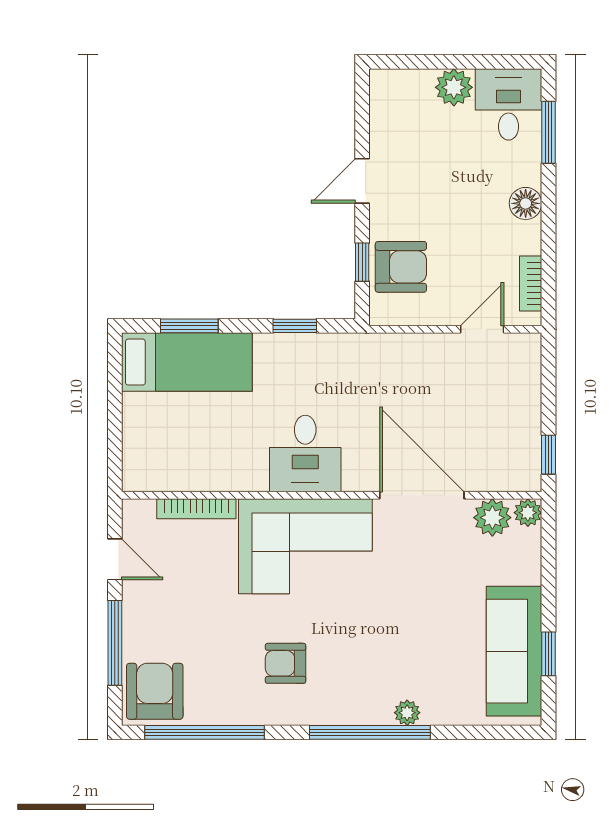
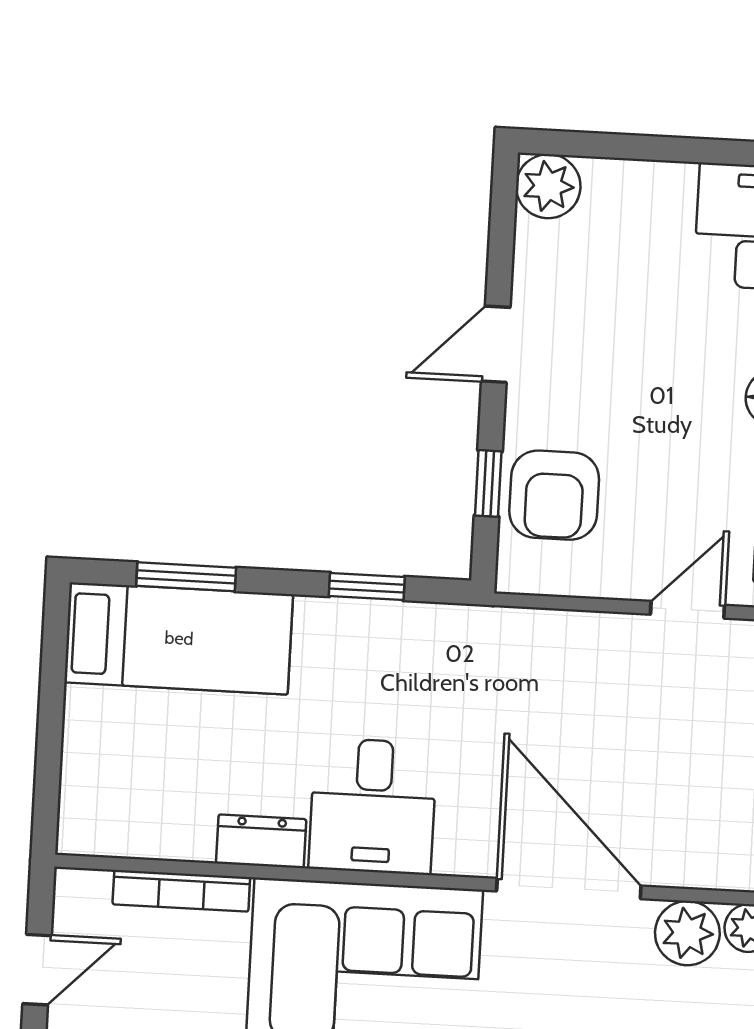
plant: (454, 87) -> (548, 186), moved
armchair: (401, 267) -> (554, 495), turned 90
dresser: (241, 478) -> (261, 841), added
door: (115, 559) -> (37, 970), hinge flipped

